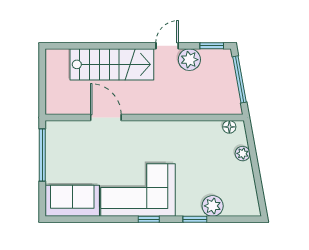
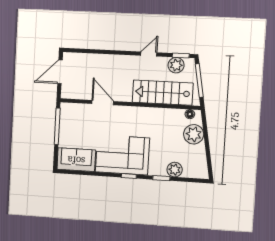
plant: (189, 60) -> (176, 65), moved
stairs: (112, 64) -> (163, 93), moved, turned 180
door: (42, 77) -> (60, 72), added
plant: (243, 154) -> (194, 134), width x1.88, depth x1.88

